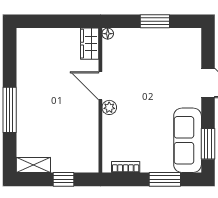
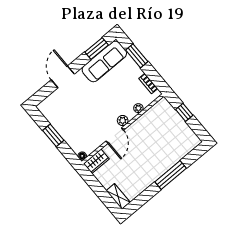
plant: (108, 135) -> (138, 108), added
shelving: (33, 165) -> (118, 196), moved

